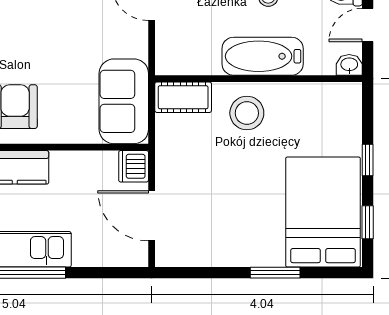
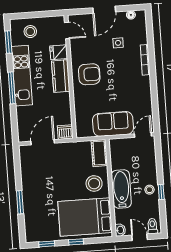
sofa: (124, 101) -> (113, 124), moved
bed: (323, 212) -> (85, 217), moved, turned 180

